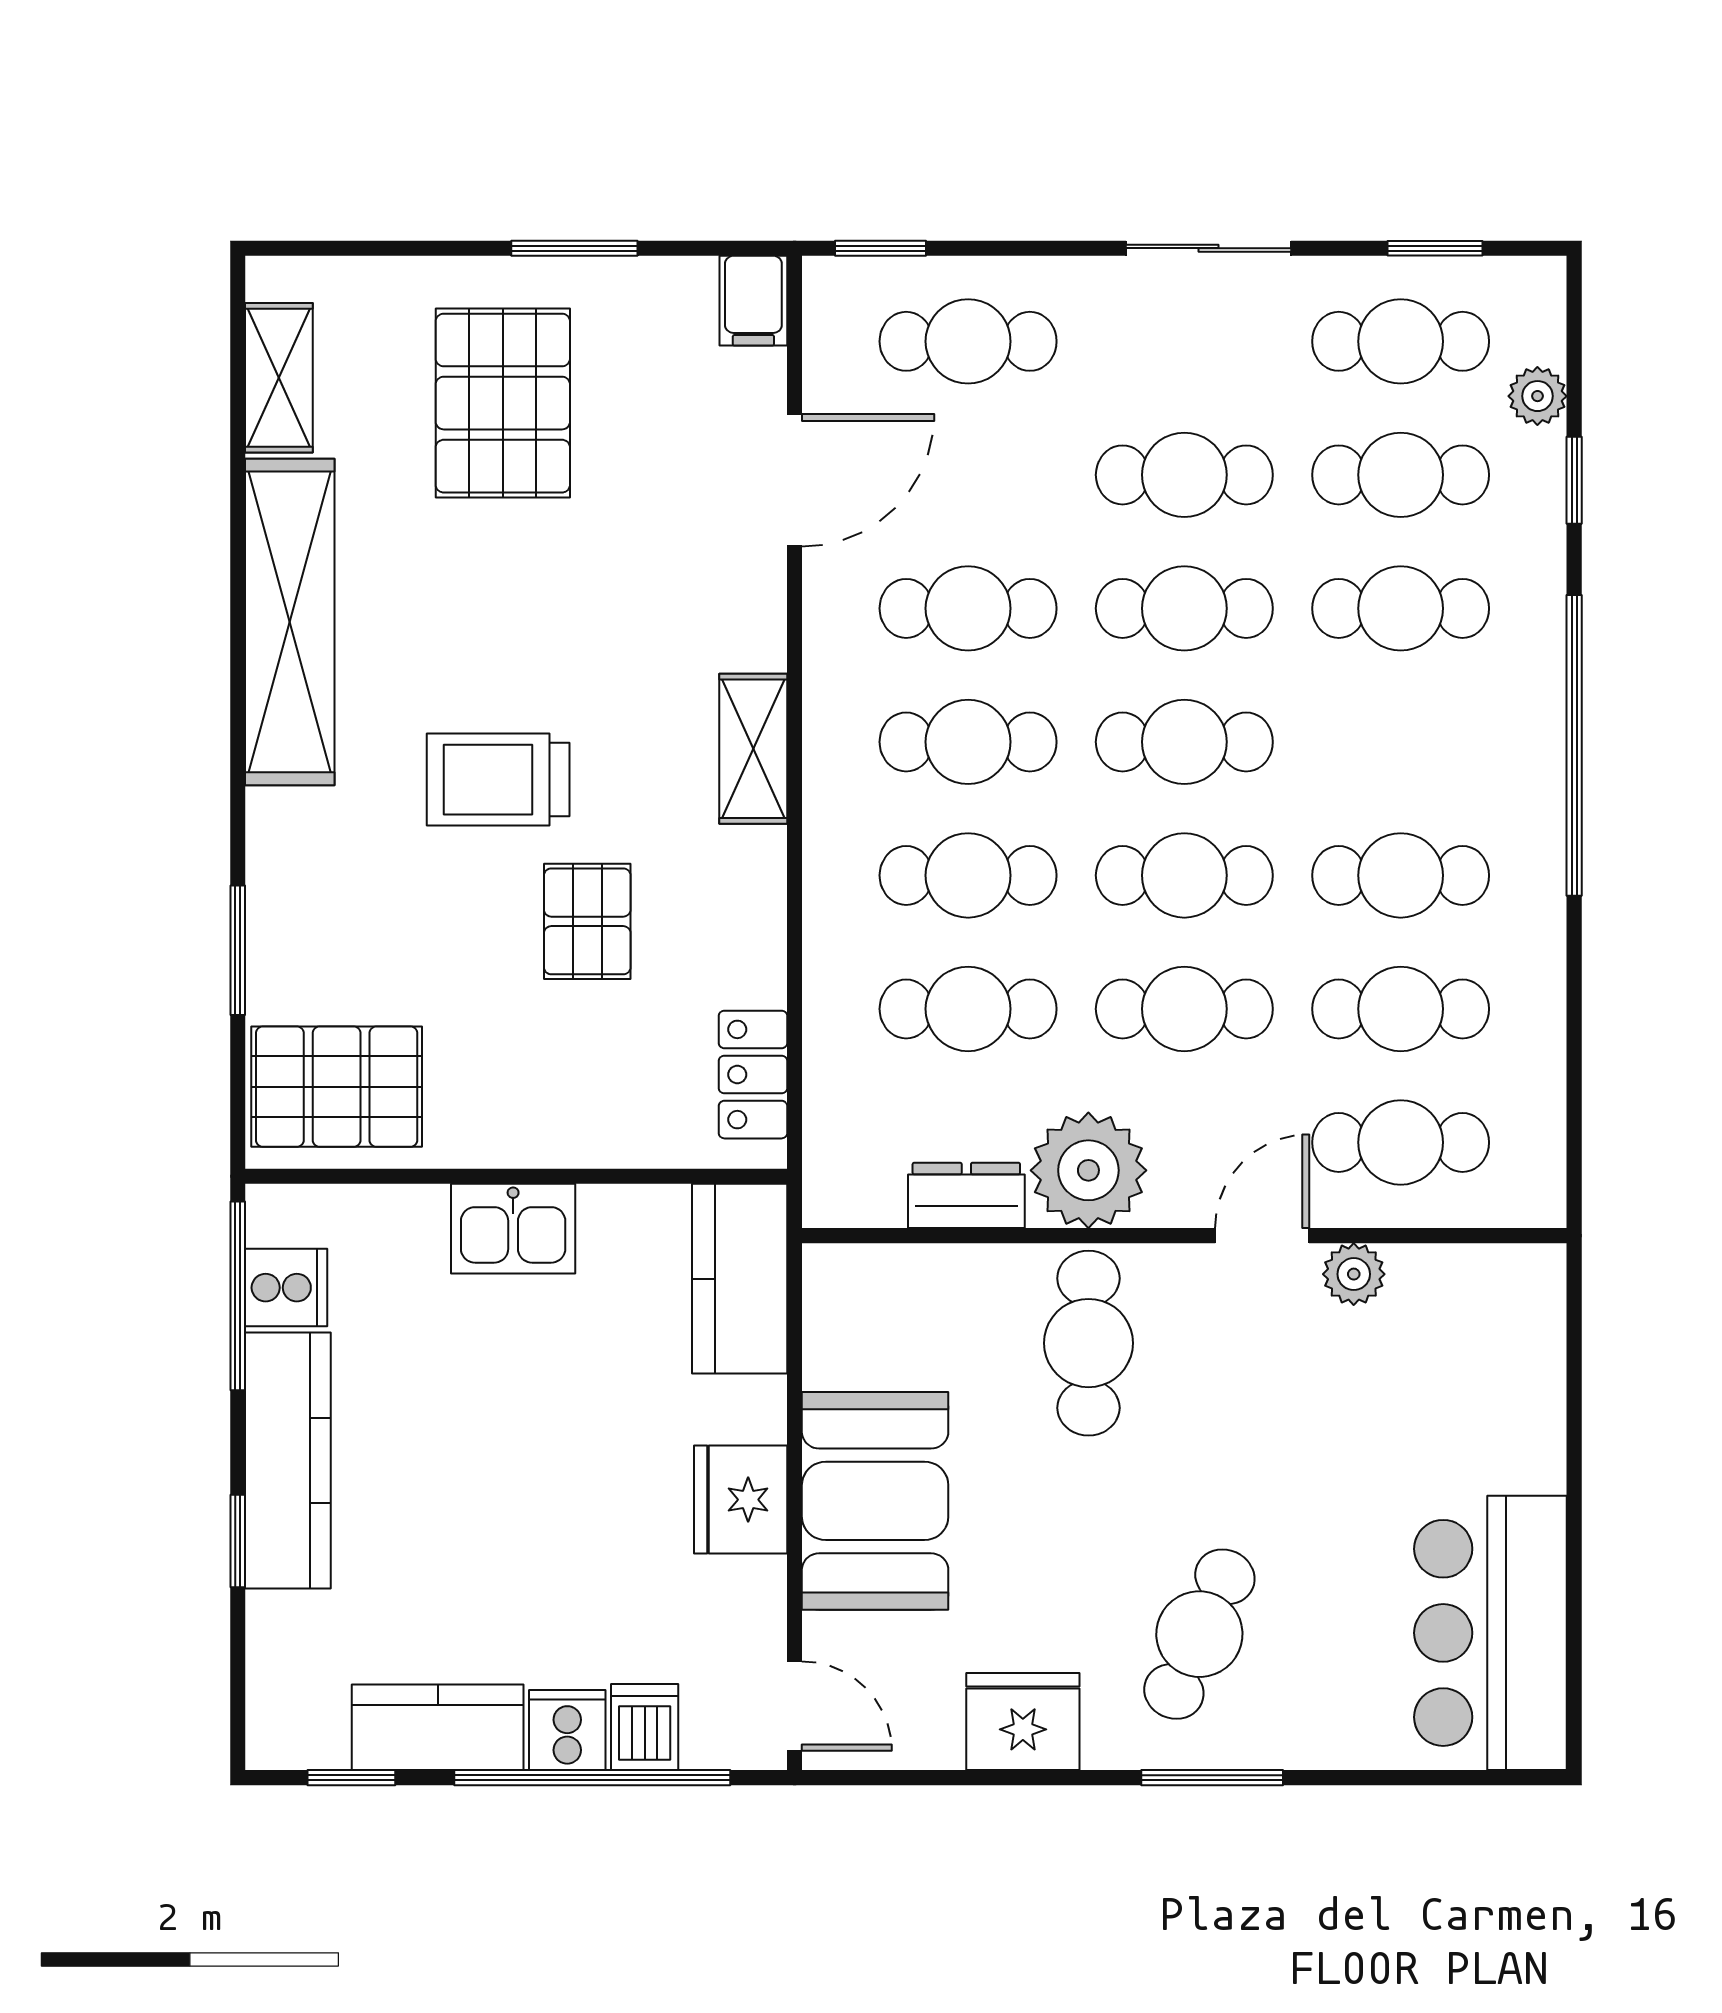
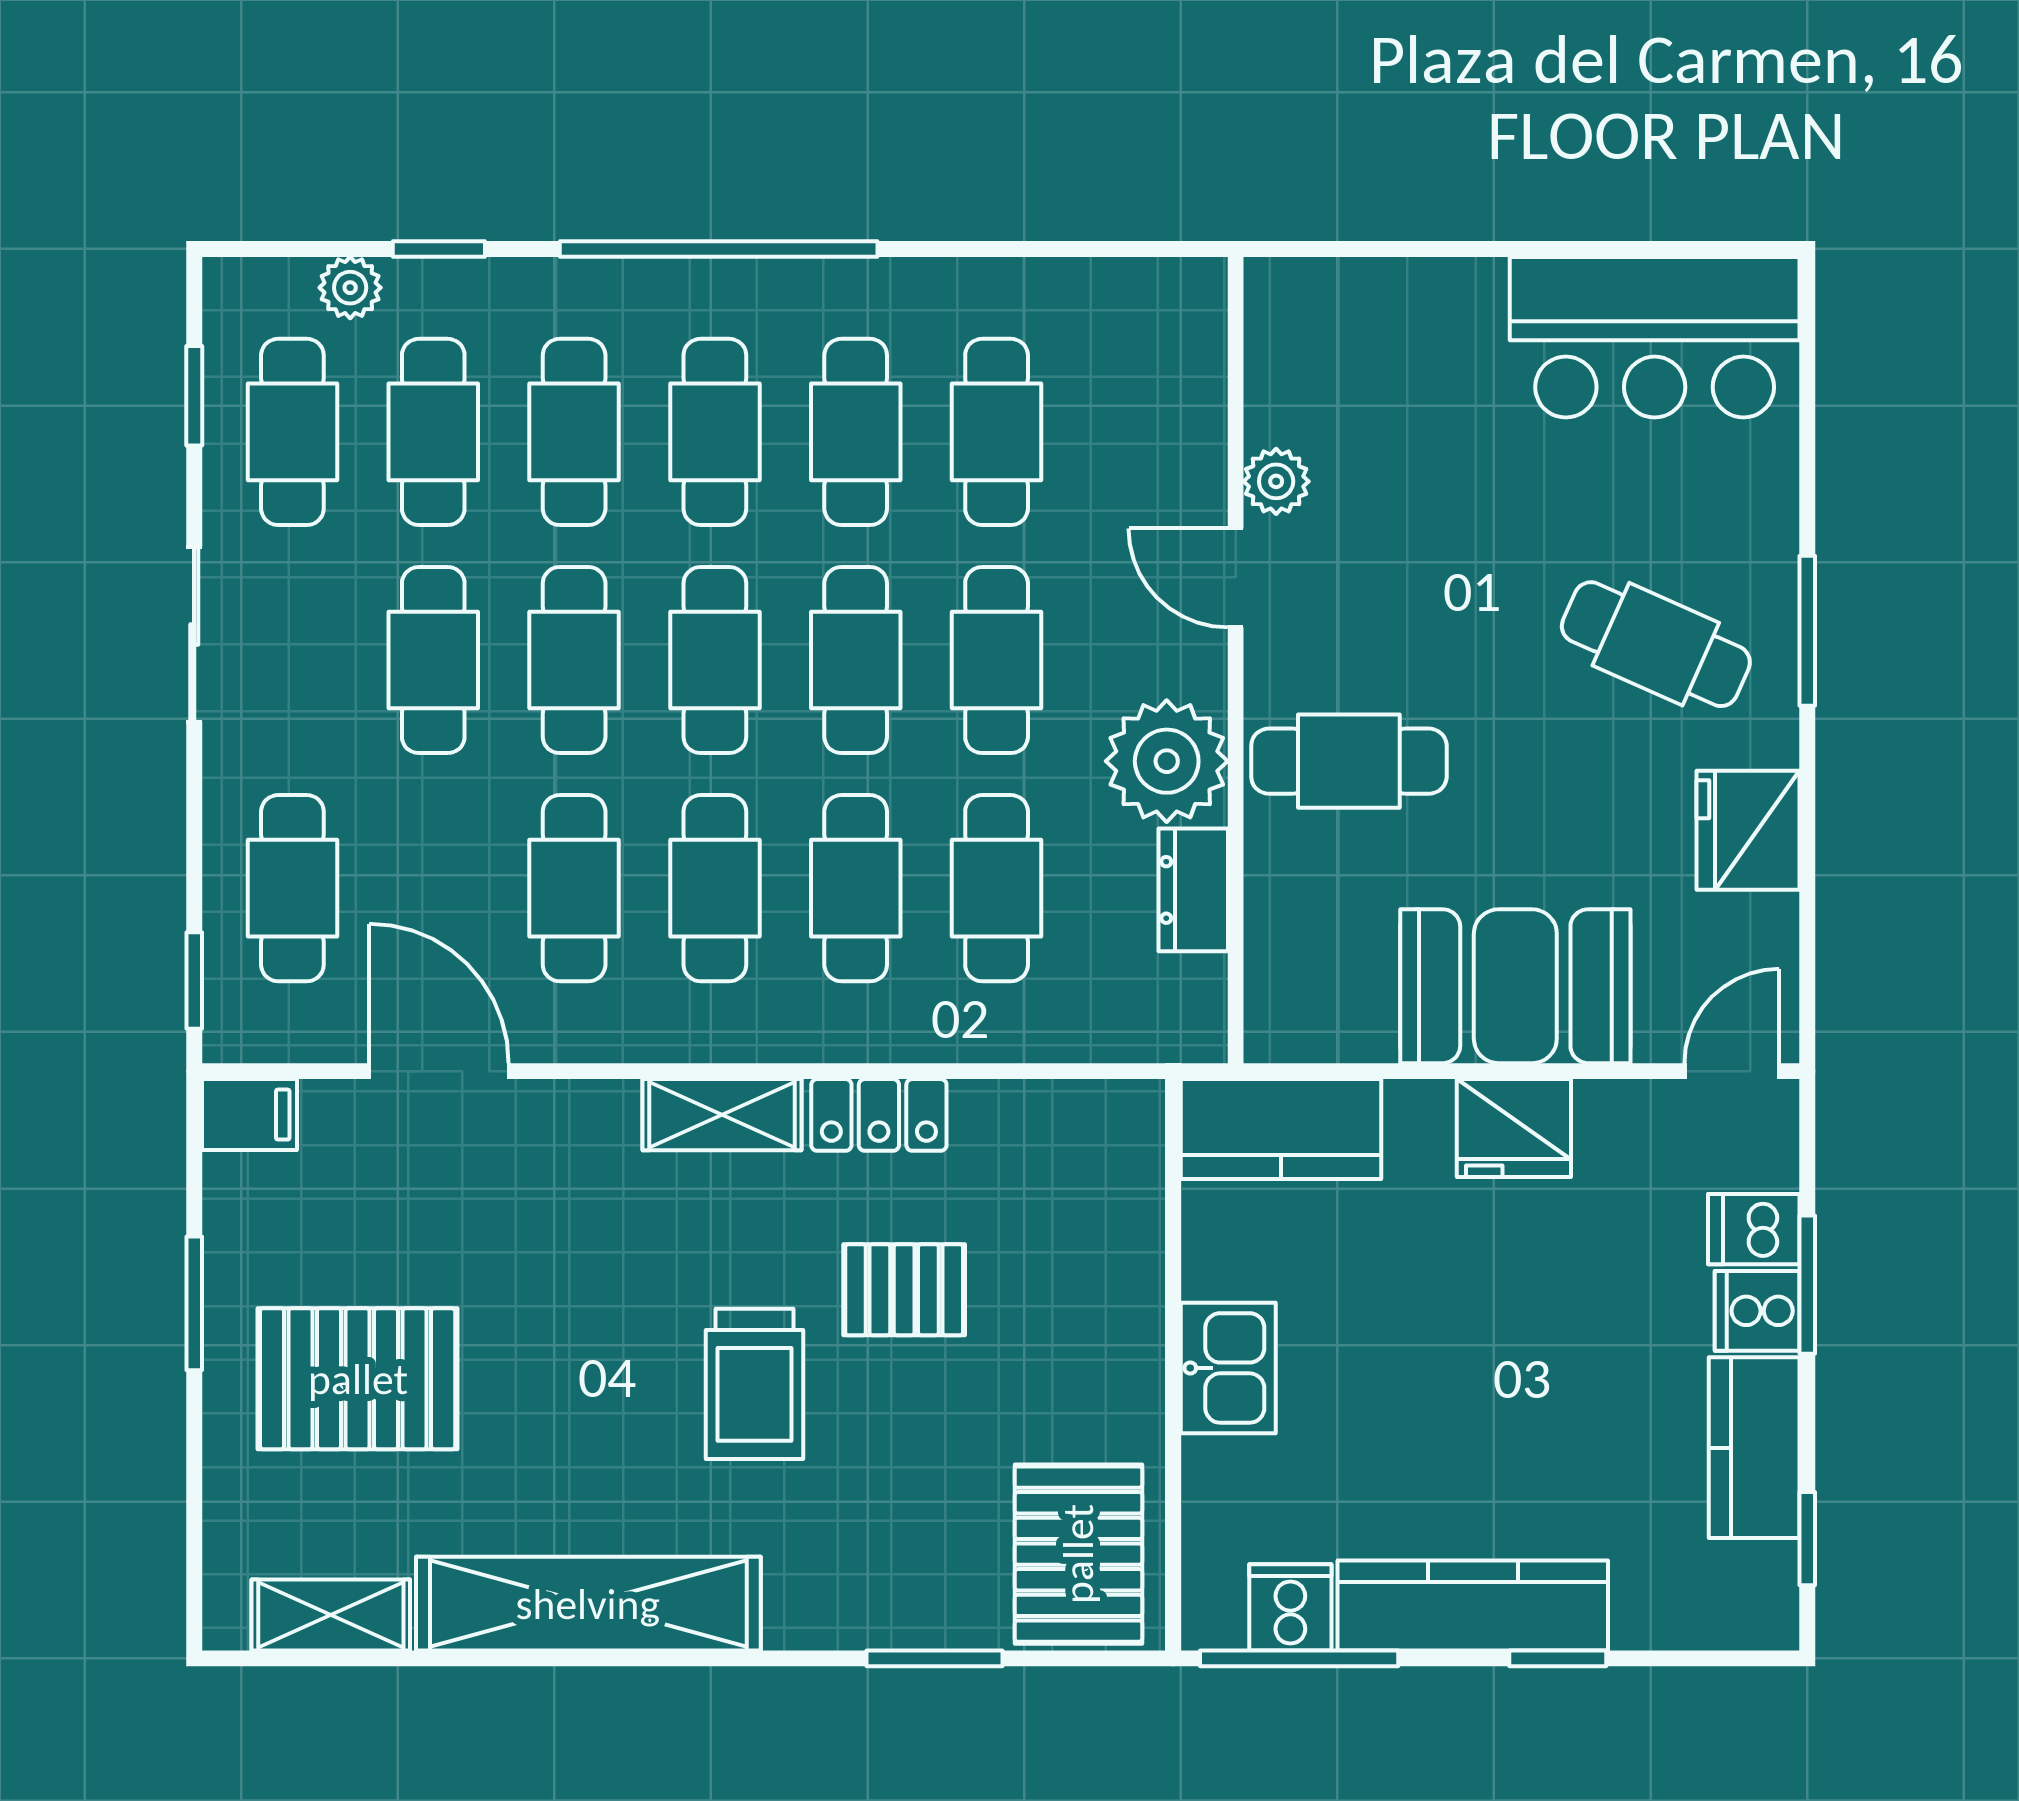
locker: (753, 1075) -> (879, 1115), moved
cafe table: (1401, 1142) -> (715, 432), moved
window: (592, 1778) -> (1807, 1285), width x0.47

